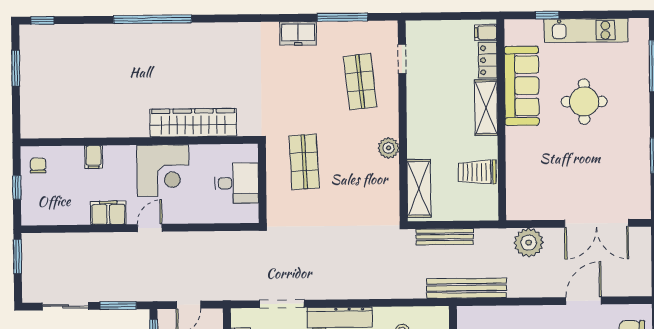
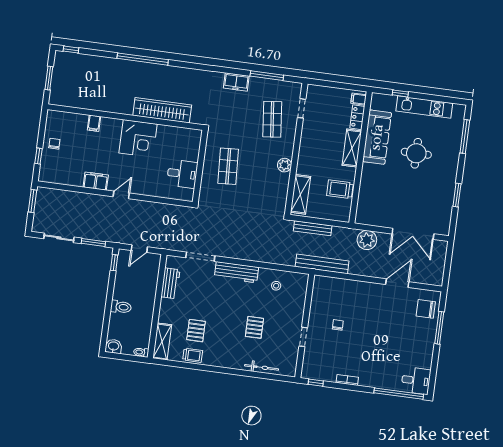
wardrobe: (193, 123) -> (162, 110), moved
wall: (139, 141) -> (125, 117), moved
filing cabinet: (94, 157) -> (94, 123), moved
corner desk: (163, 171) -> (138, 139), moved

